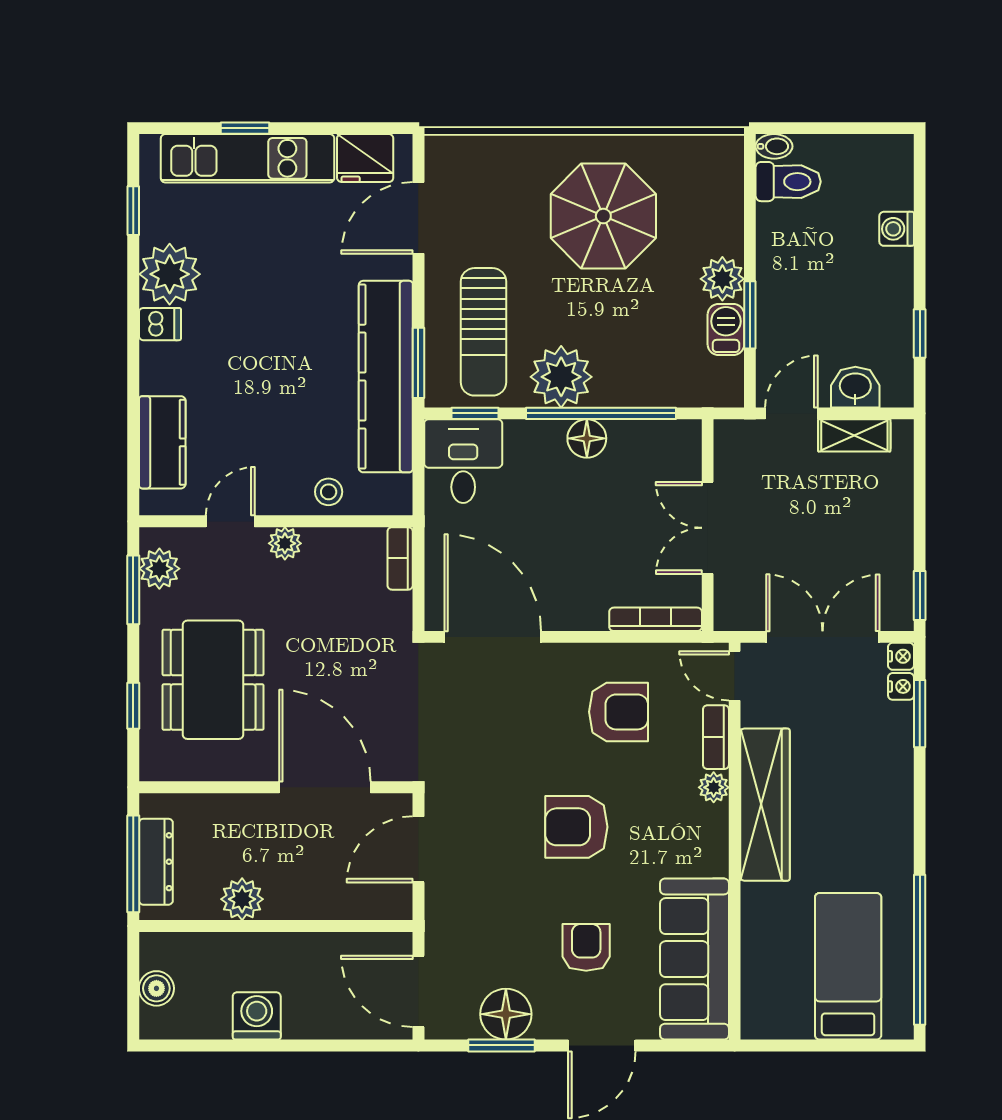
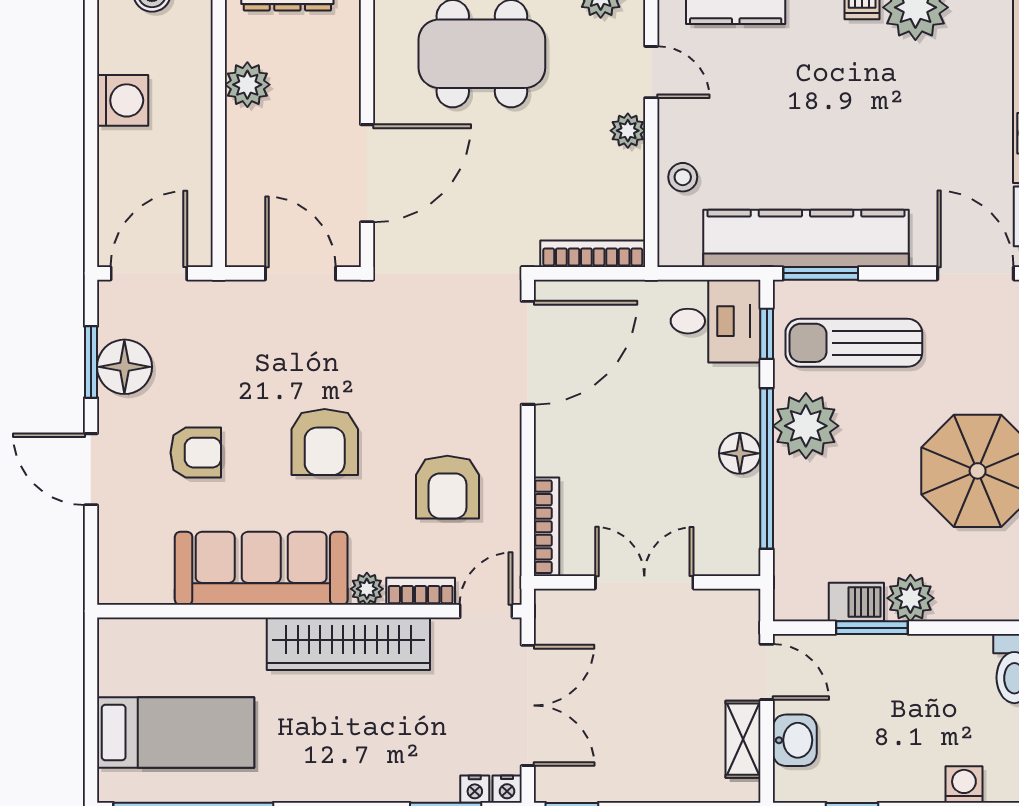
bookcase: (400, 558) -> (593, 254), width x1.56
armchair: (576, 827) -> (325, 442), turned 180
sofa: (694, 959) -> (261, 568), moved

